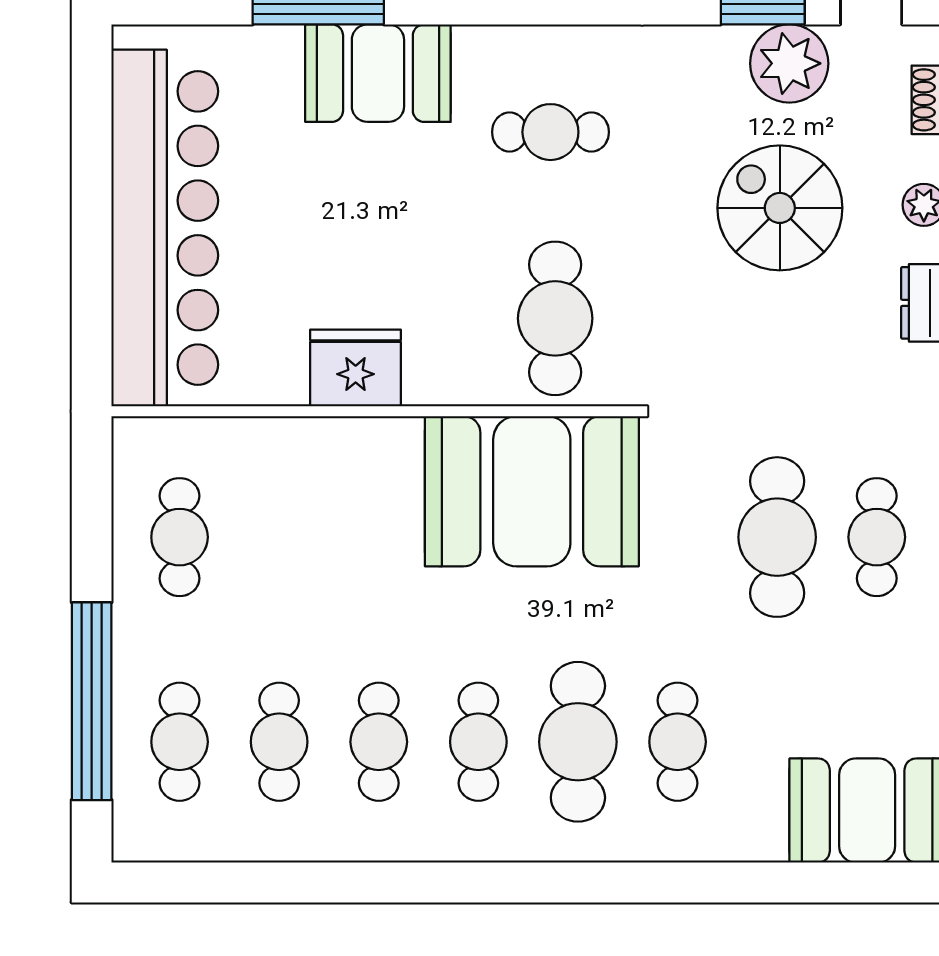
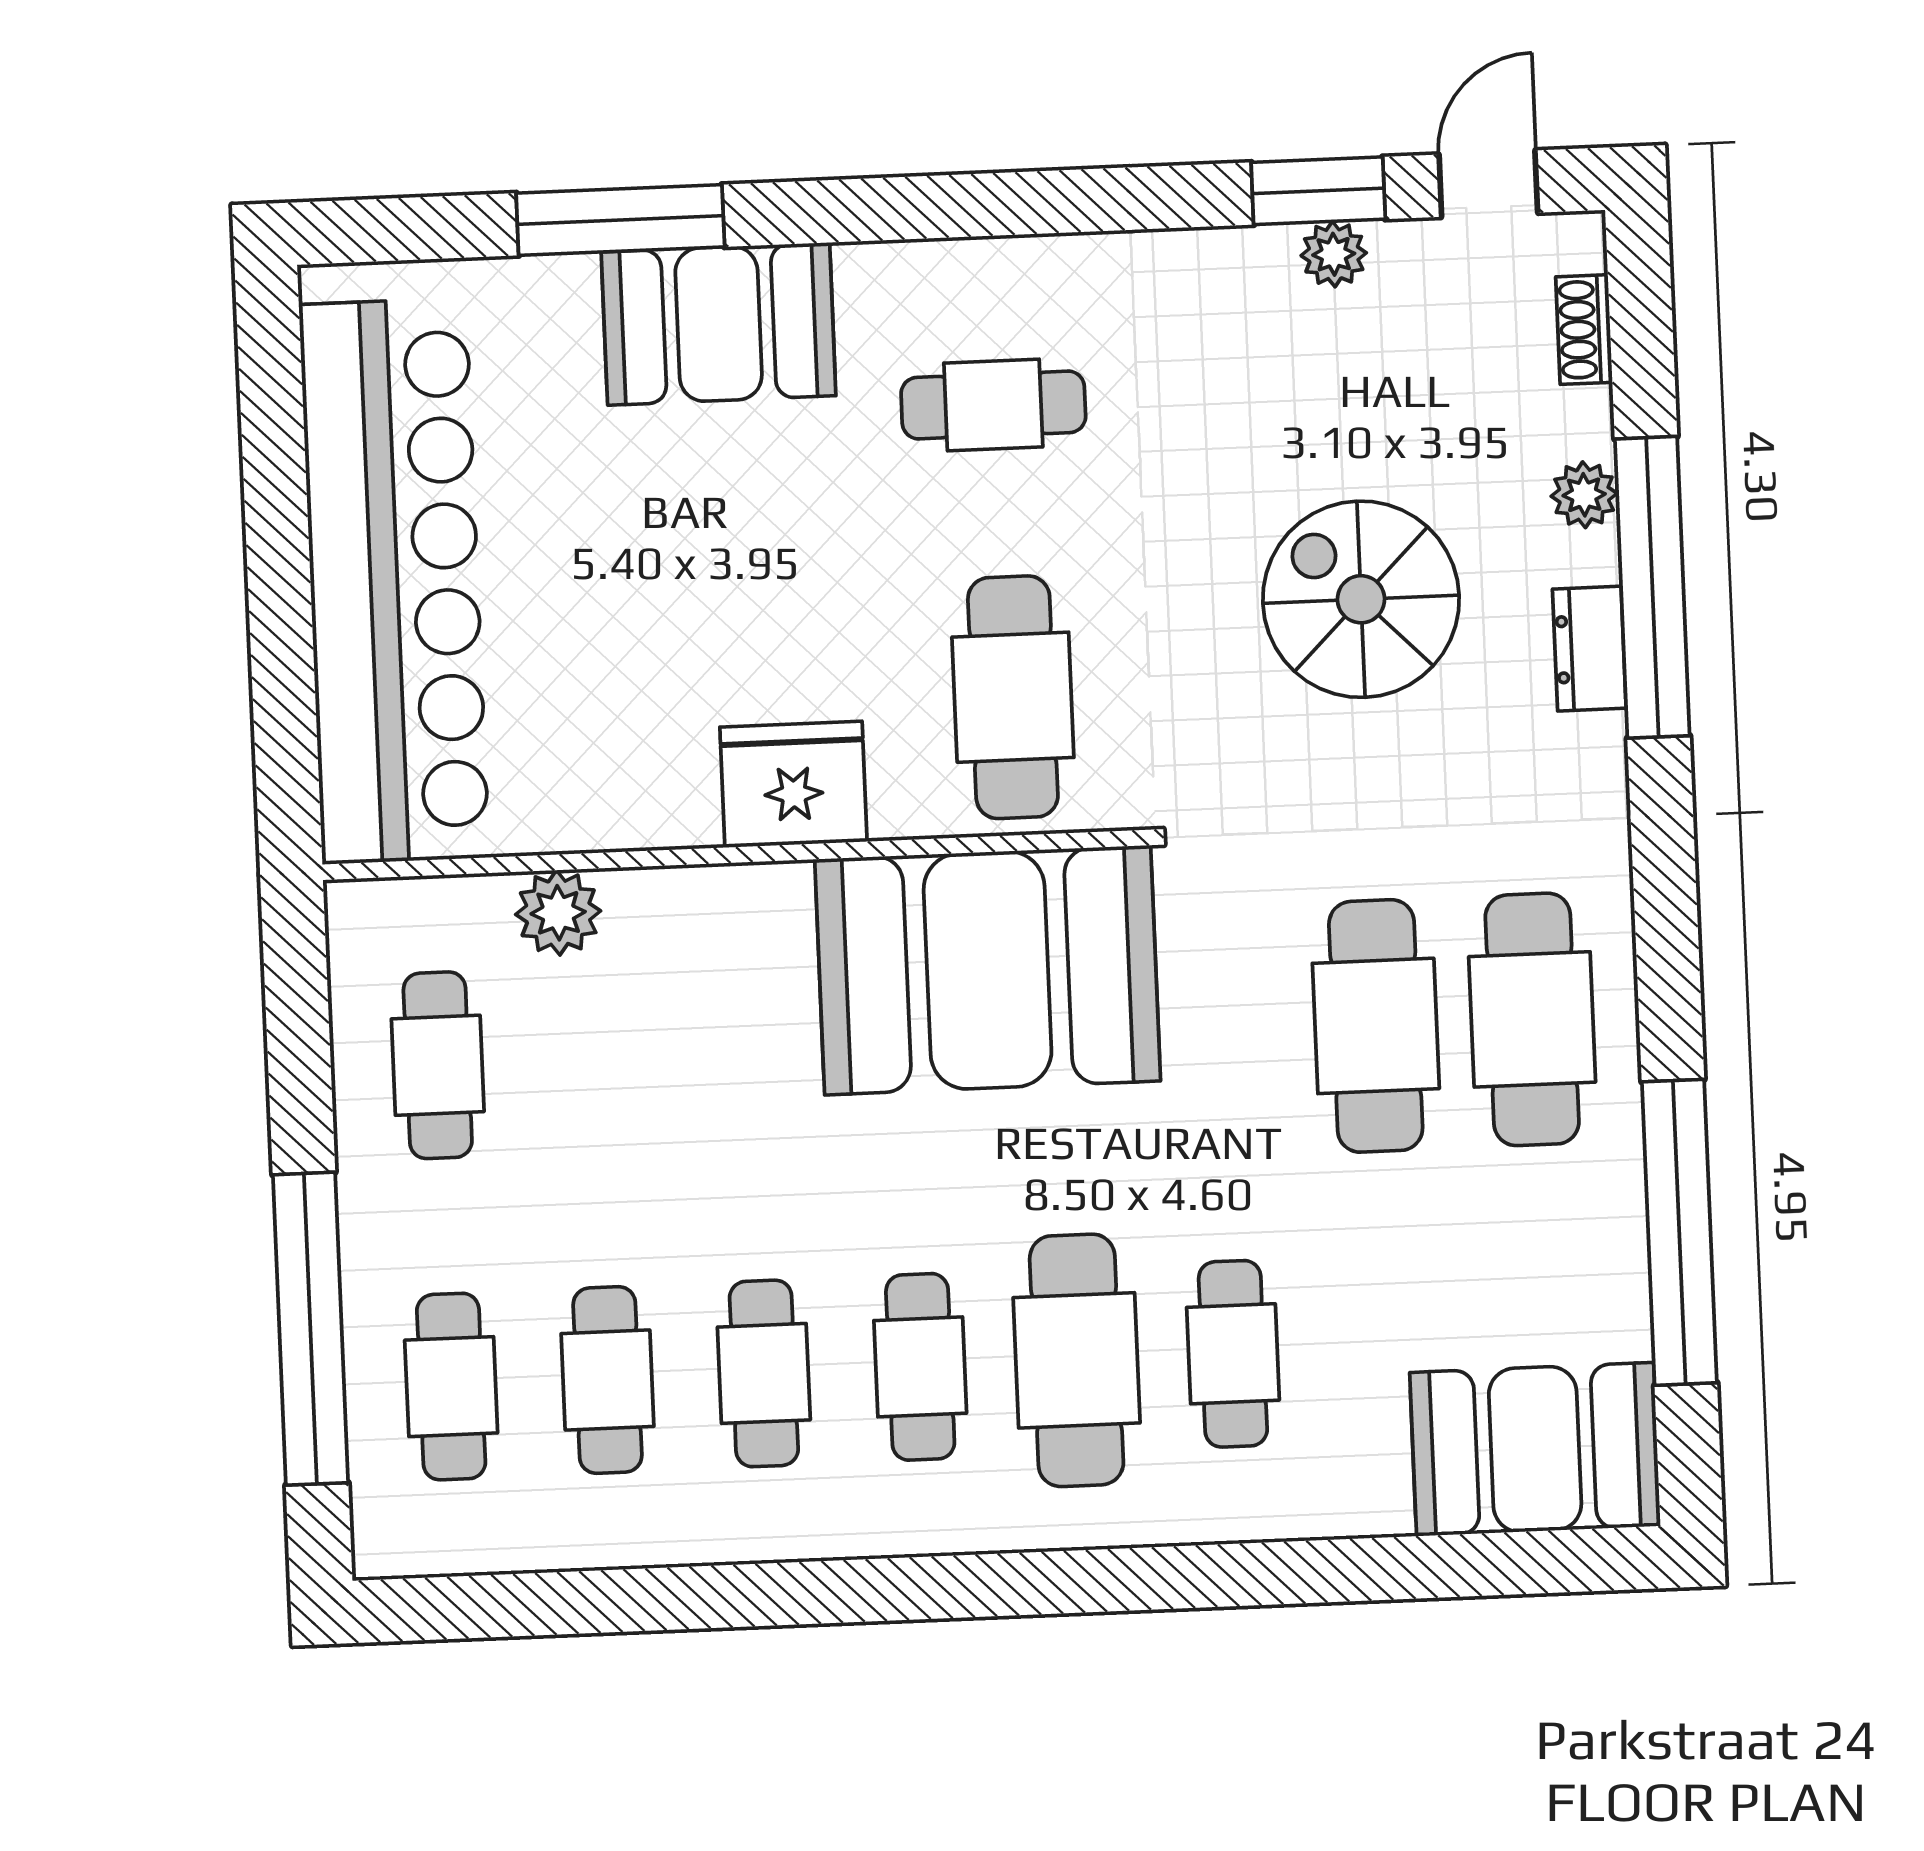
plant: (789, 63) -> (1334, 254), width x0.53, depth x0.53
spiral stairs: (780, 208) -> (1361, 599), moved
fridge: (356, 368) -> (793, 784), moved
plant: (260, 443) -> (558, 913), added
cafe table: (877, 537) -> (1532, 1019), width x1.37, depth x1.35

